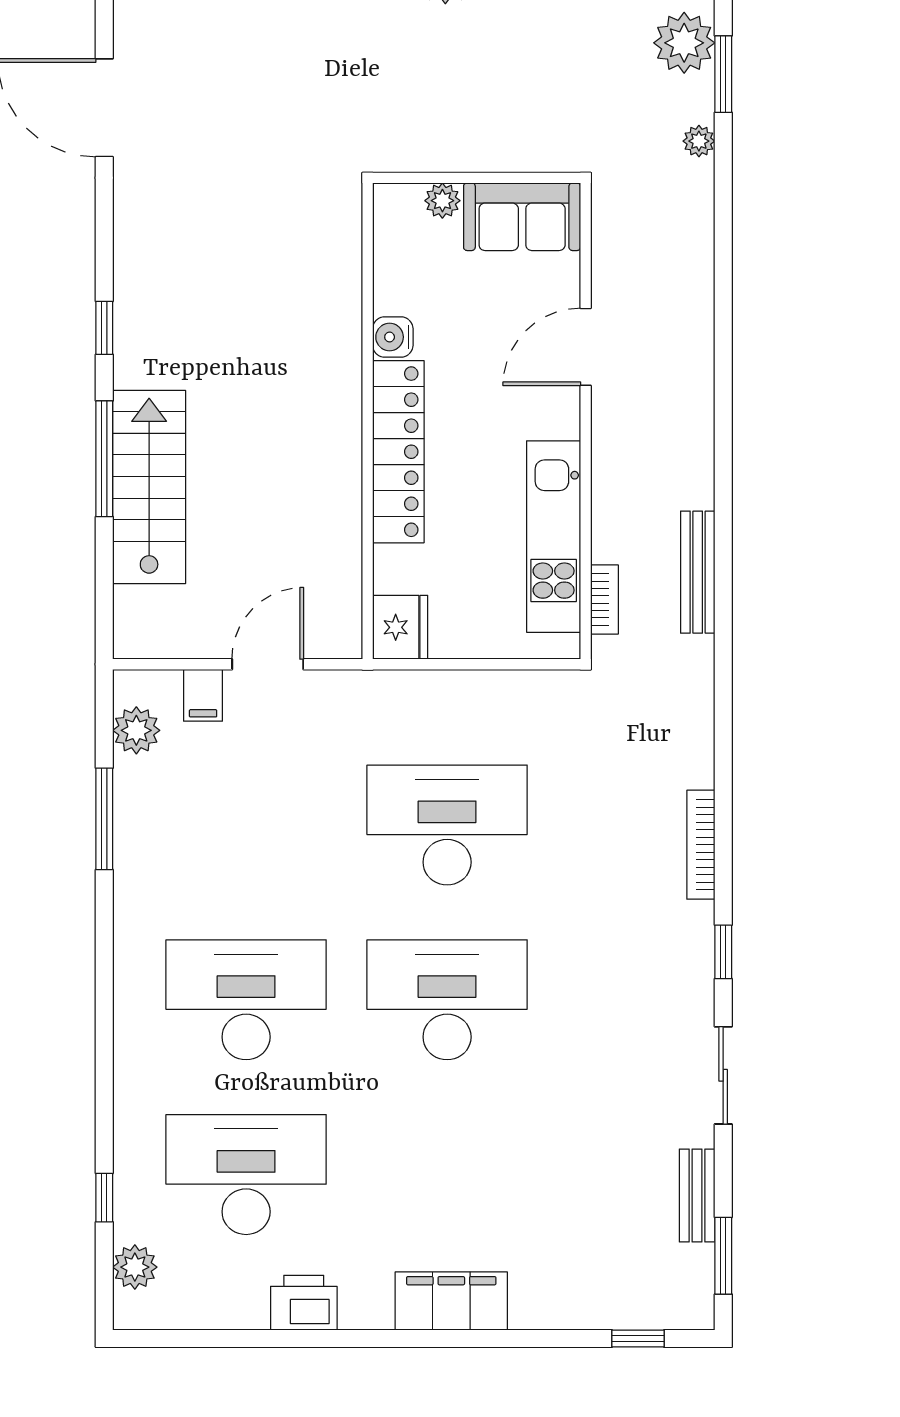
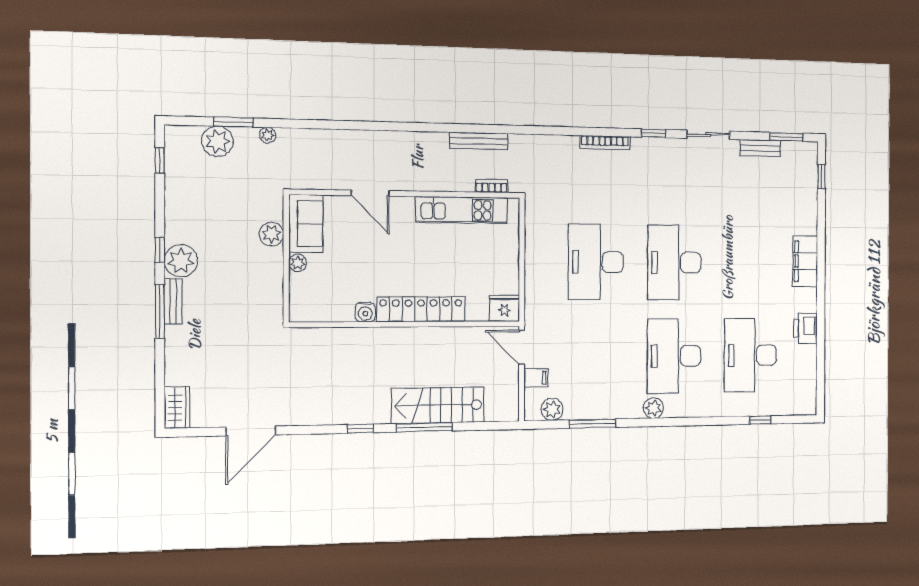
plant: (500, 149) -> (272, 234), added
water cooler: (393, 337) -> (365, 312), moved
wall: (368, 421) -> (406, 324), moved
locker: (398, 452) -> (421, 309), moved
fridge: (400, 627) -> (504, 308), moved
plant: (135, 1267) -> (654, 408), moved

